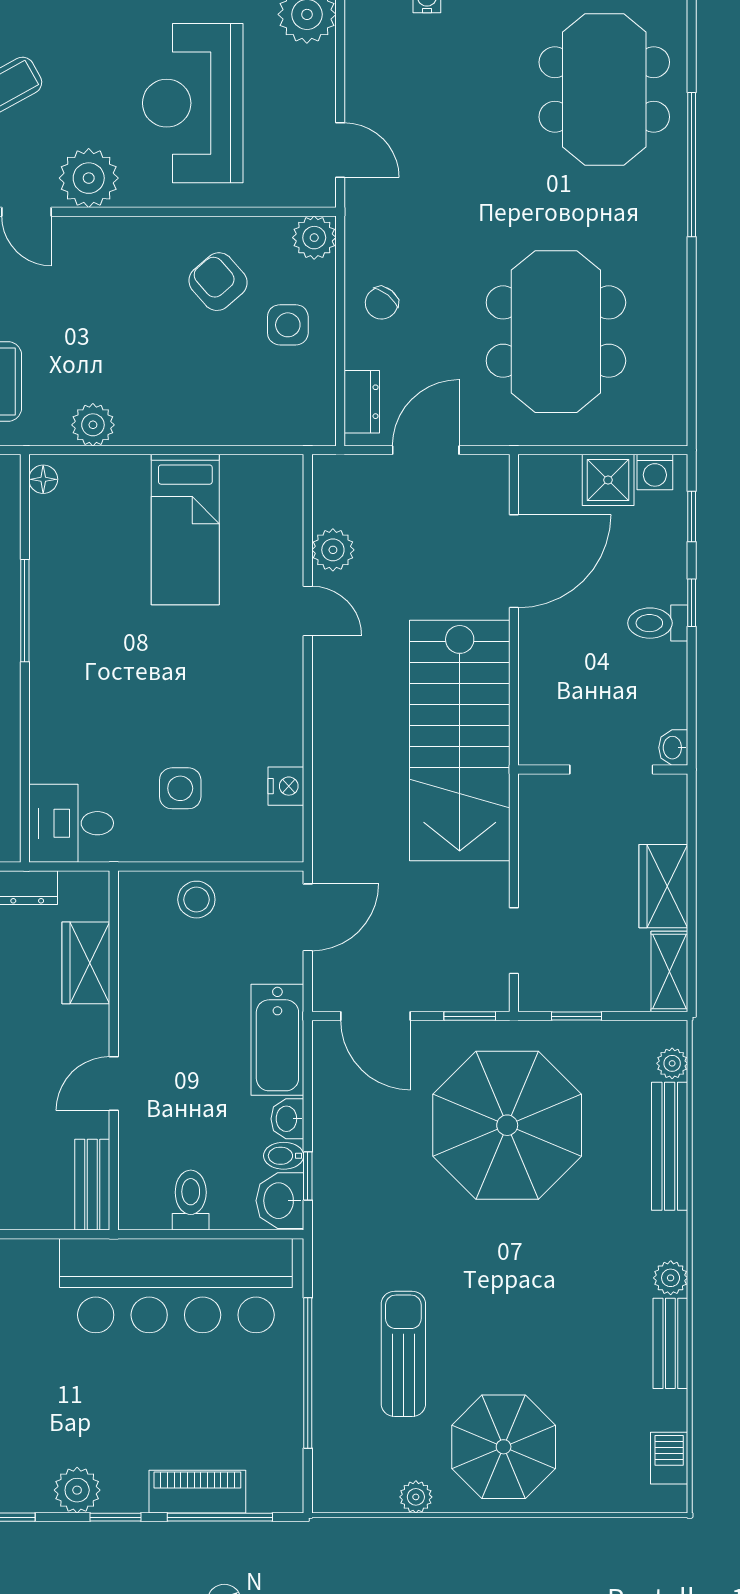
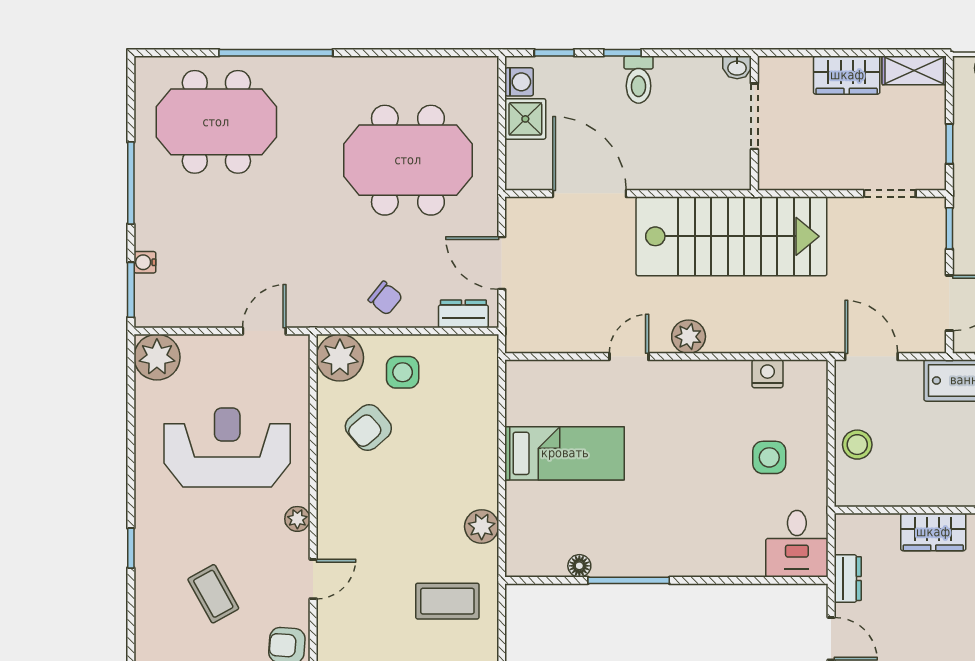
reception desk: (193, 103) -> (227, 447), turned 180
plant: (89, 178) -> (297, 519), width x0.53, depth x0.53
plant: (314, 238) -> (340, 358), width x1.36, depth x1.36
floor lamp: (43, 479) -> (579, 566), moved
plant: (333, 550) -> (689, 337), moved
wardrobe: (86, 963) -> (933, 532), moved

